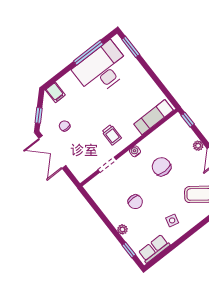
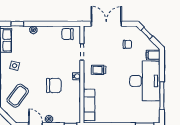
desk: (102, 69) -> (145, 81), moved
double door: (52, 152) -> (106, 24), moved
chair: (135, 202) -> (67, 34), moved

